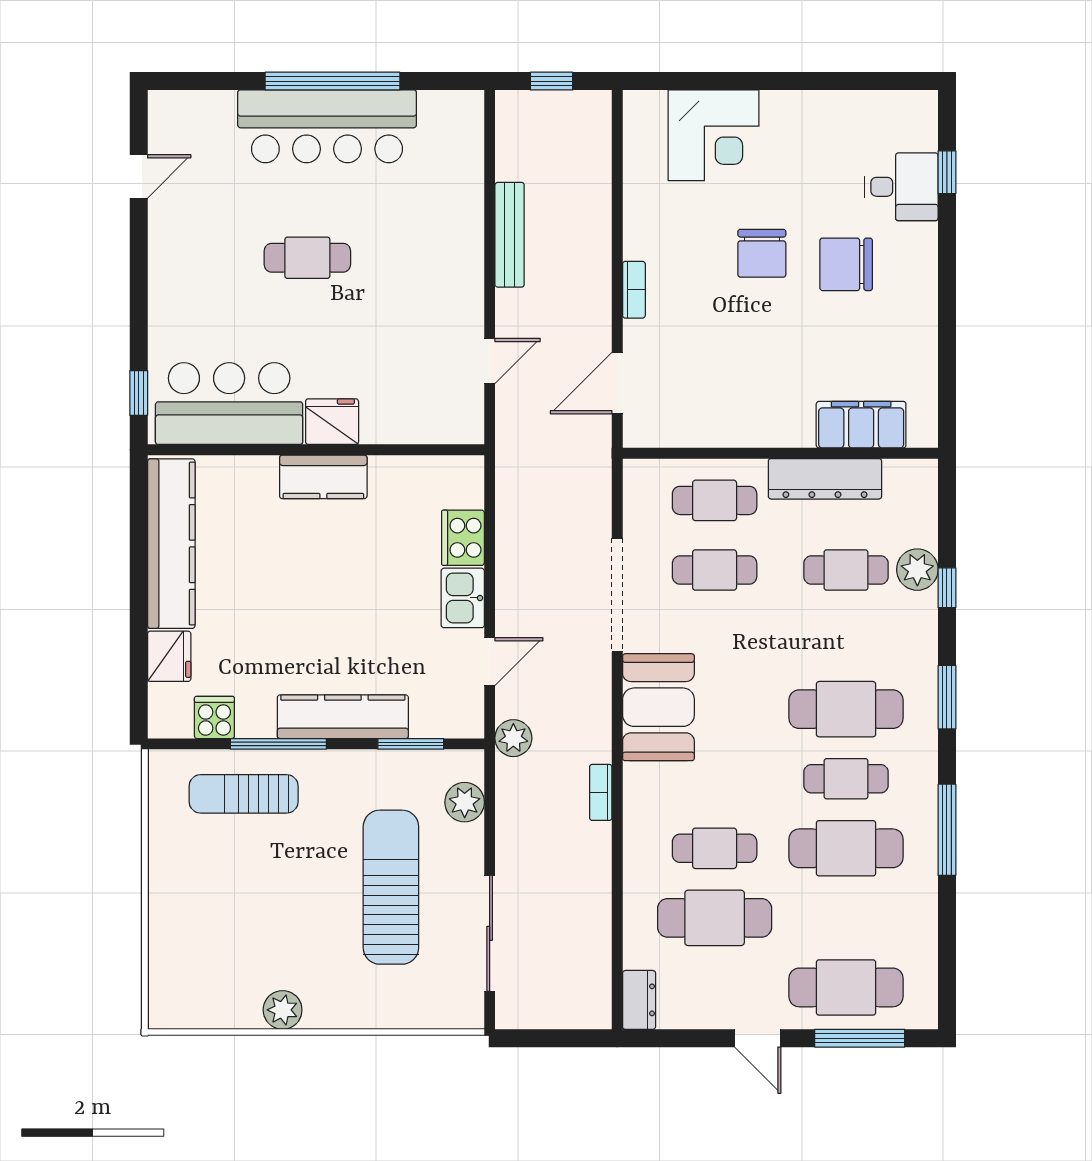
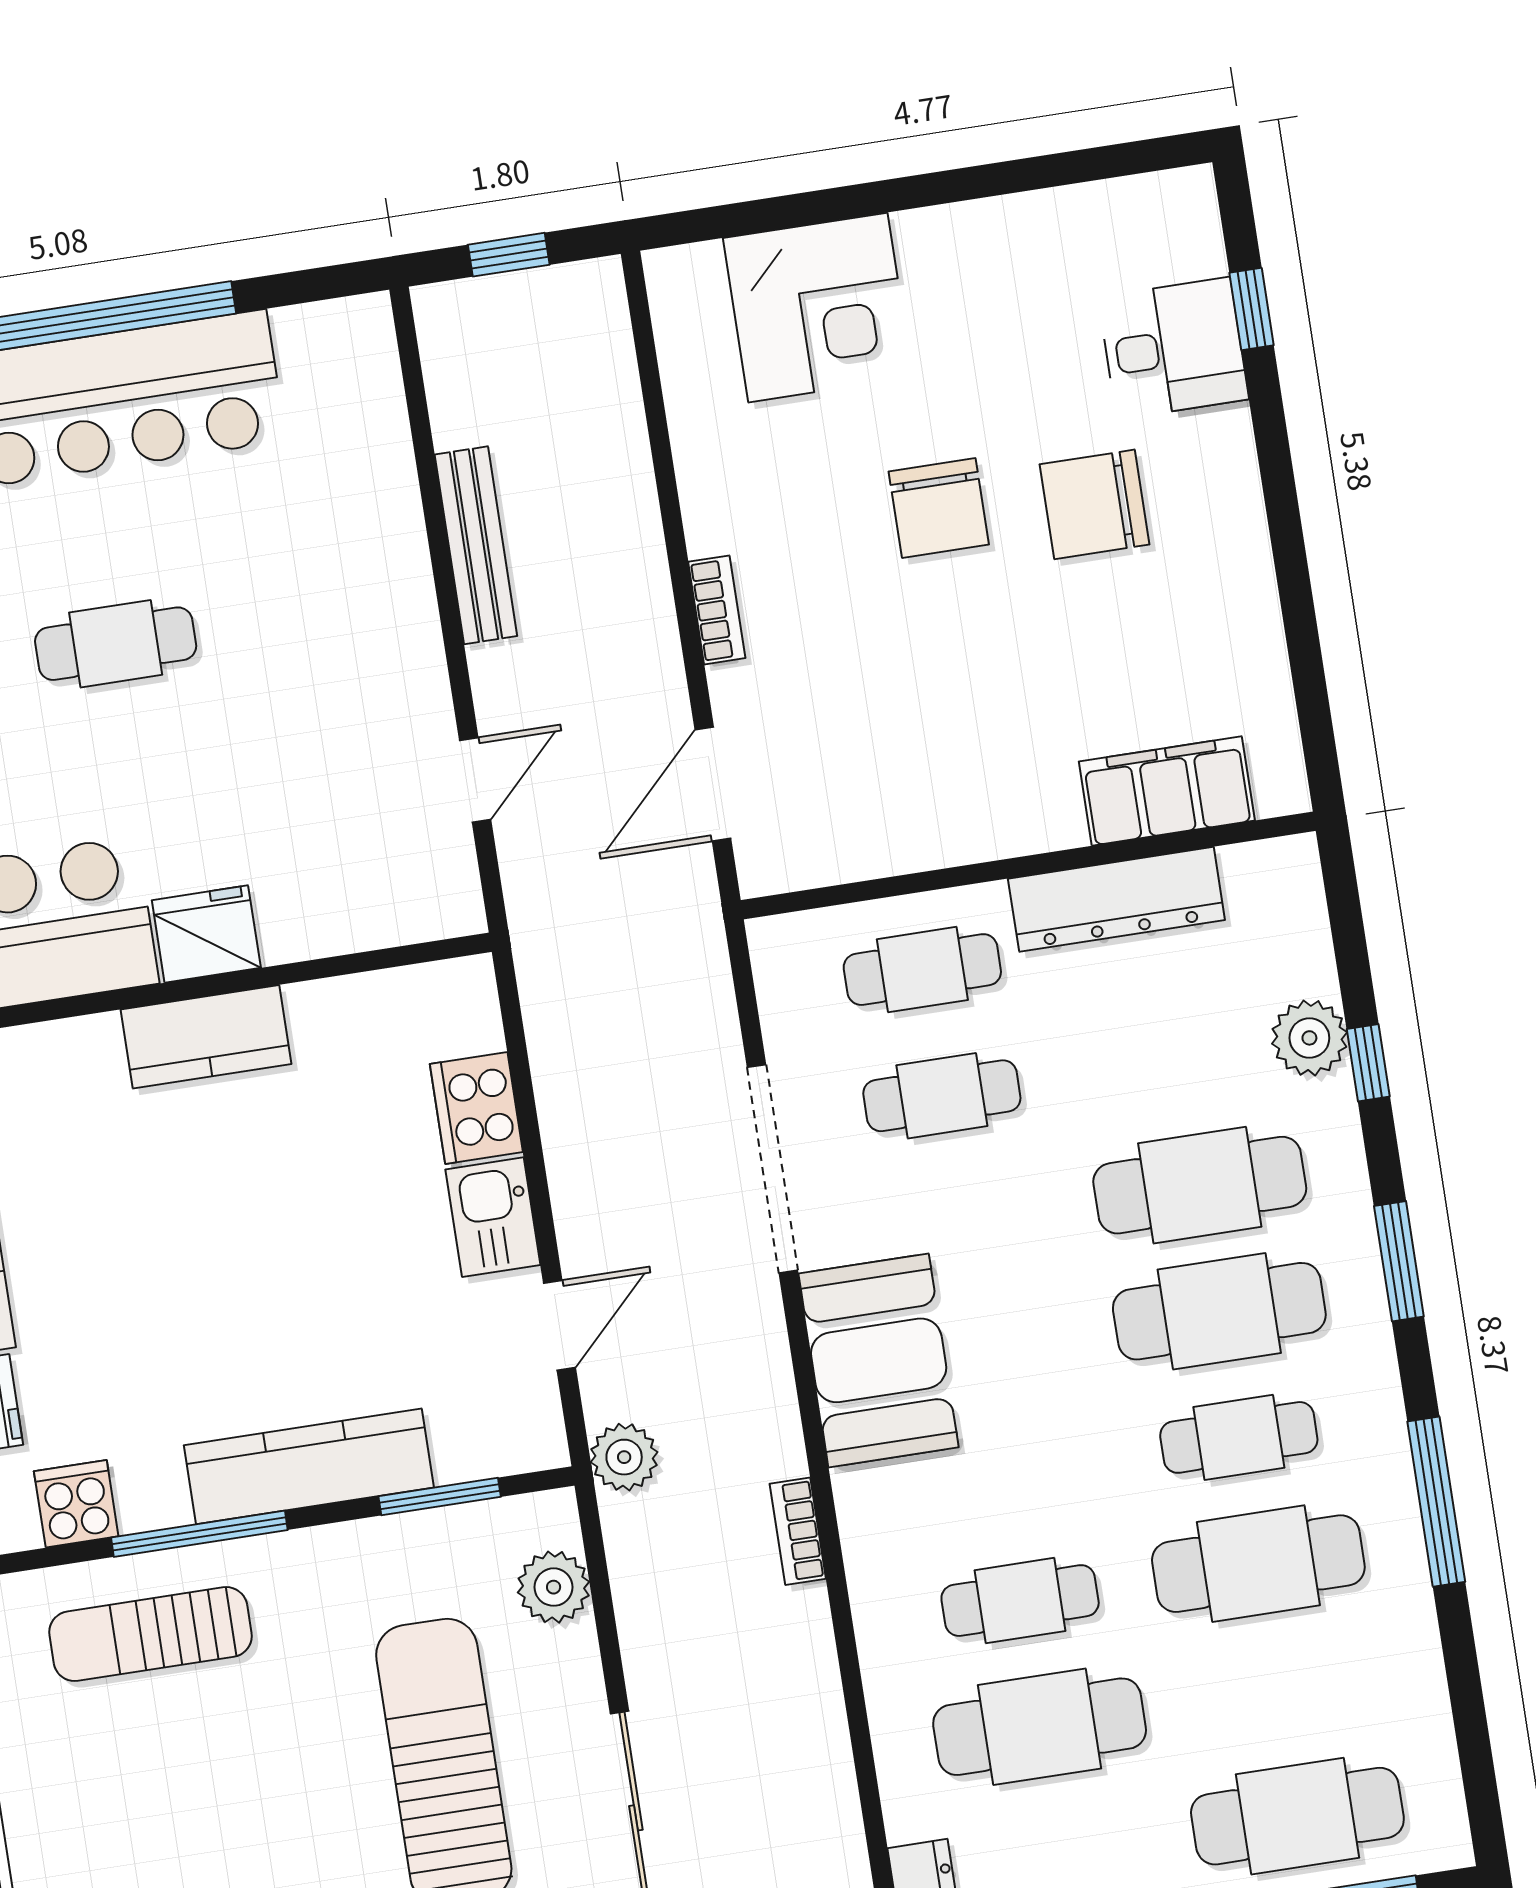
cafe table: (846, 570) -> (1200, 1185), moved, width x1.37, depth x1.35

